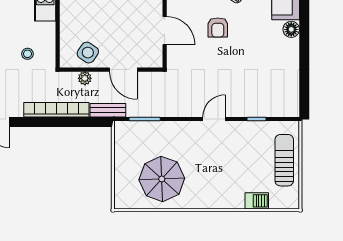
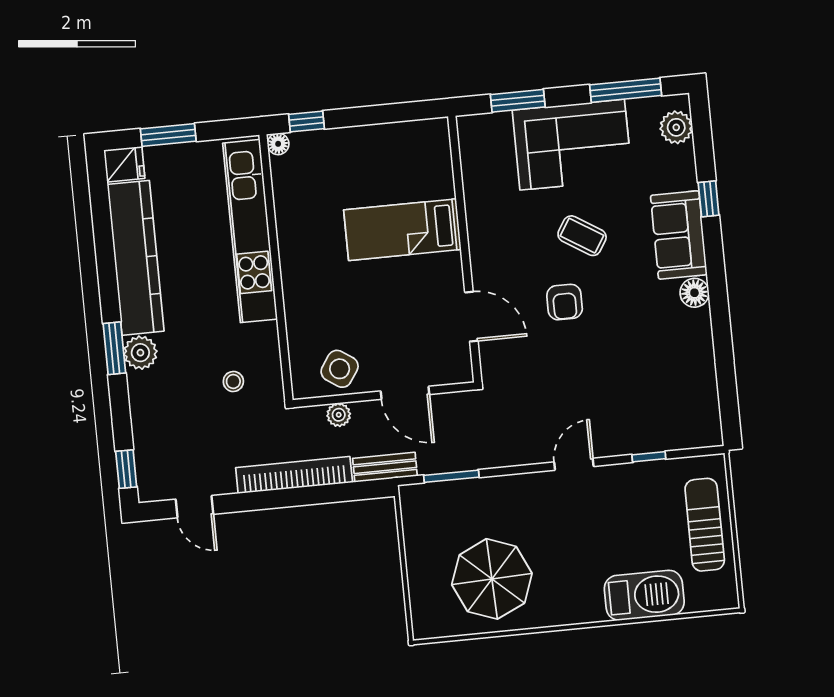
barbecue: (257, 201) -> (644, 595), width x1.88, depth x1.53

